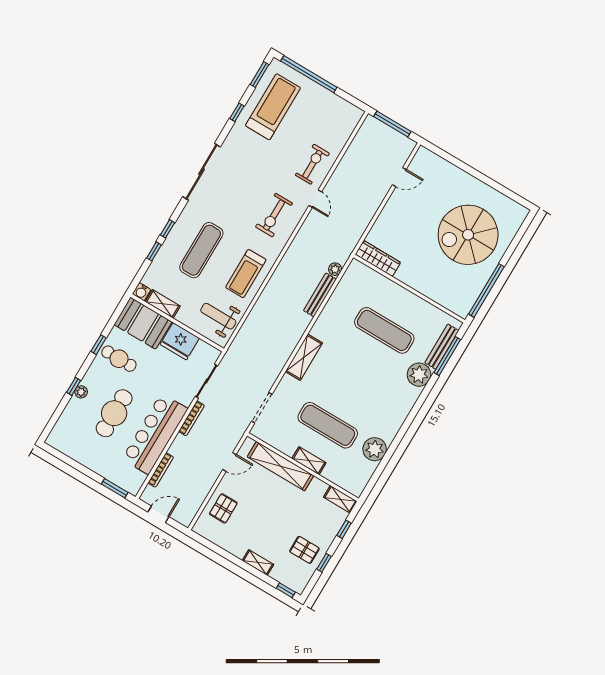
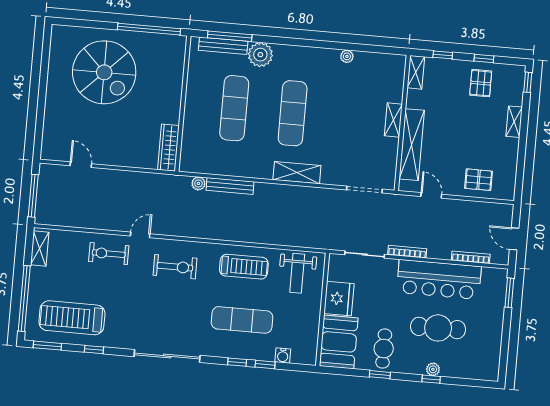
water cooler: (142, 292) -> (283, 356), moved, turned 90
shelving: (163, 304) -> (40, 248), moved
exercise mat: (328, 425) -> (293, 113), moved
plant: (375, 449) -> (347, 56), width x0.53, depth x0.53

